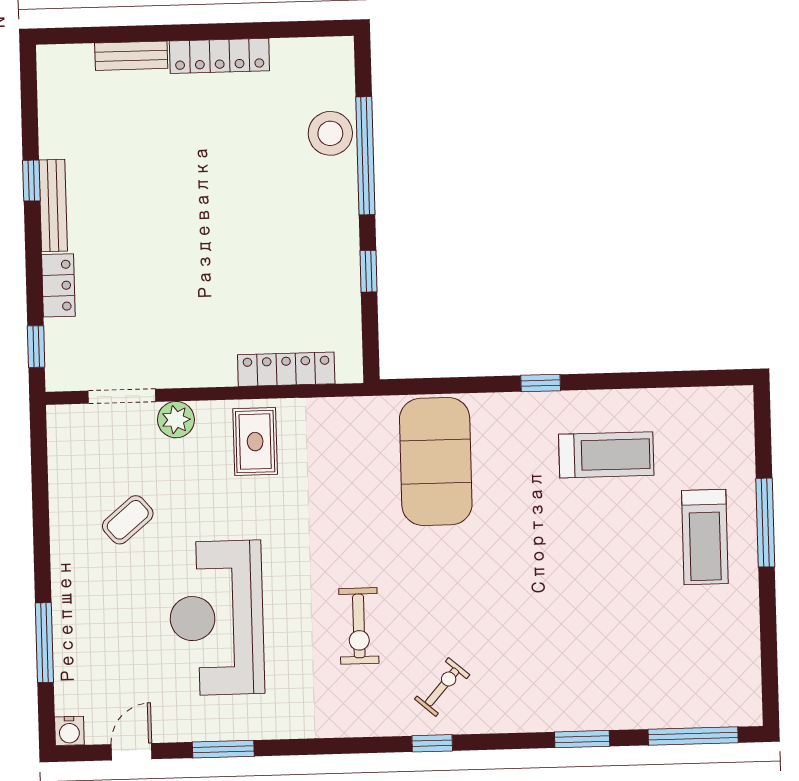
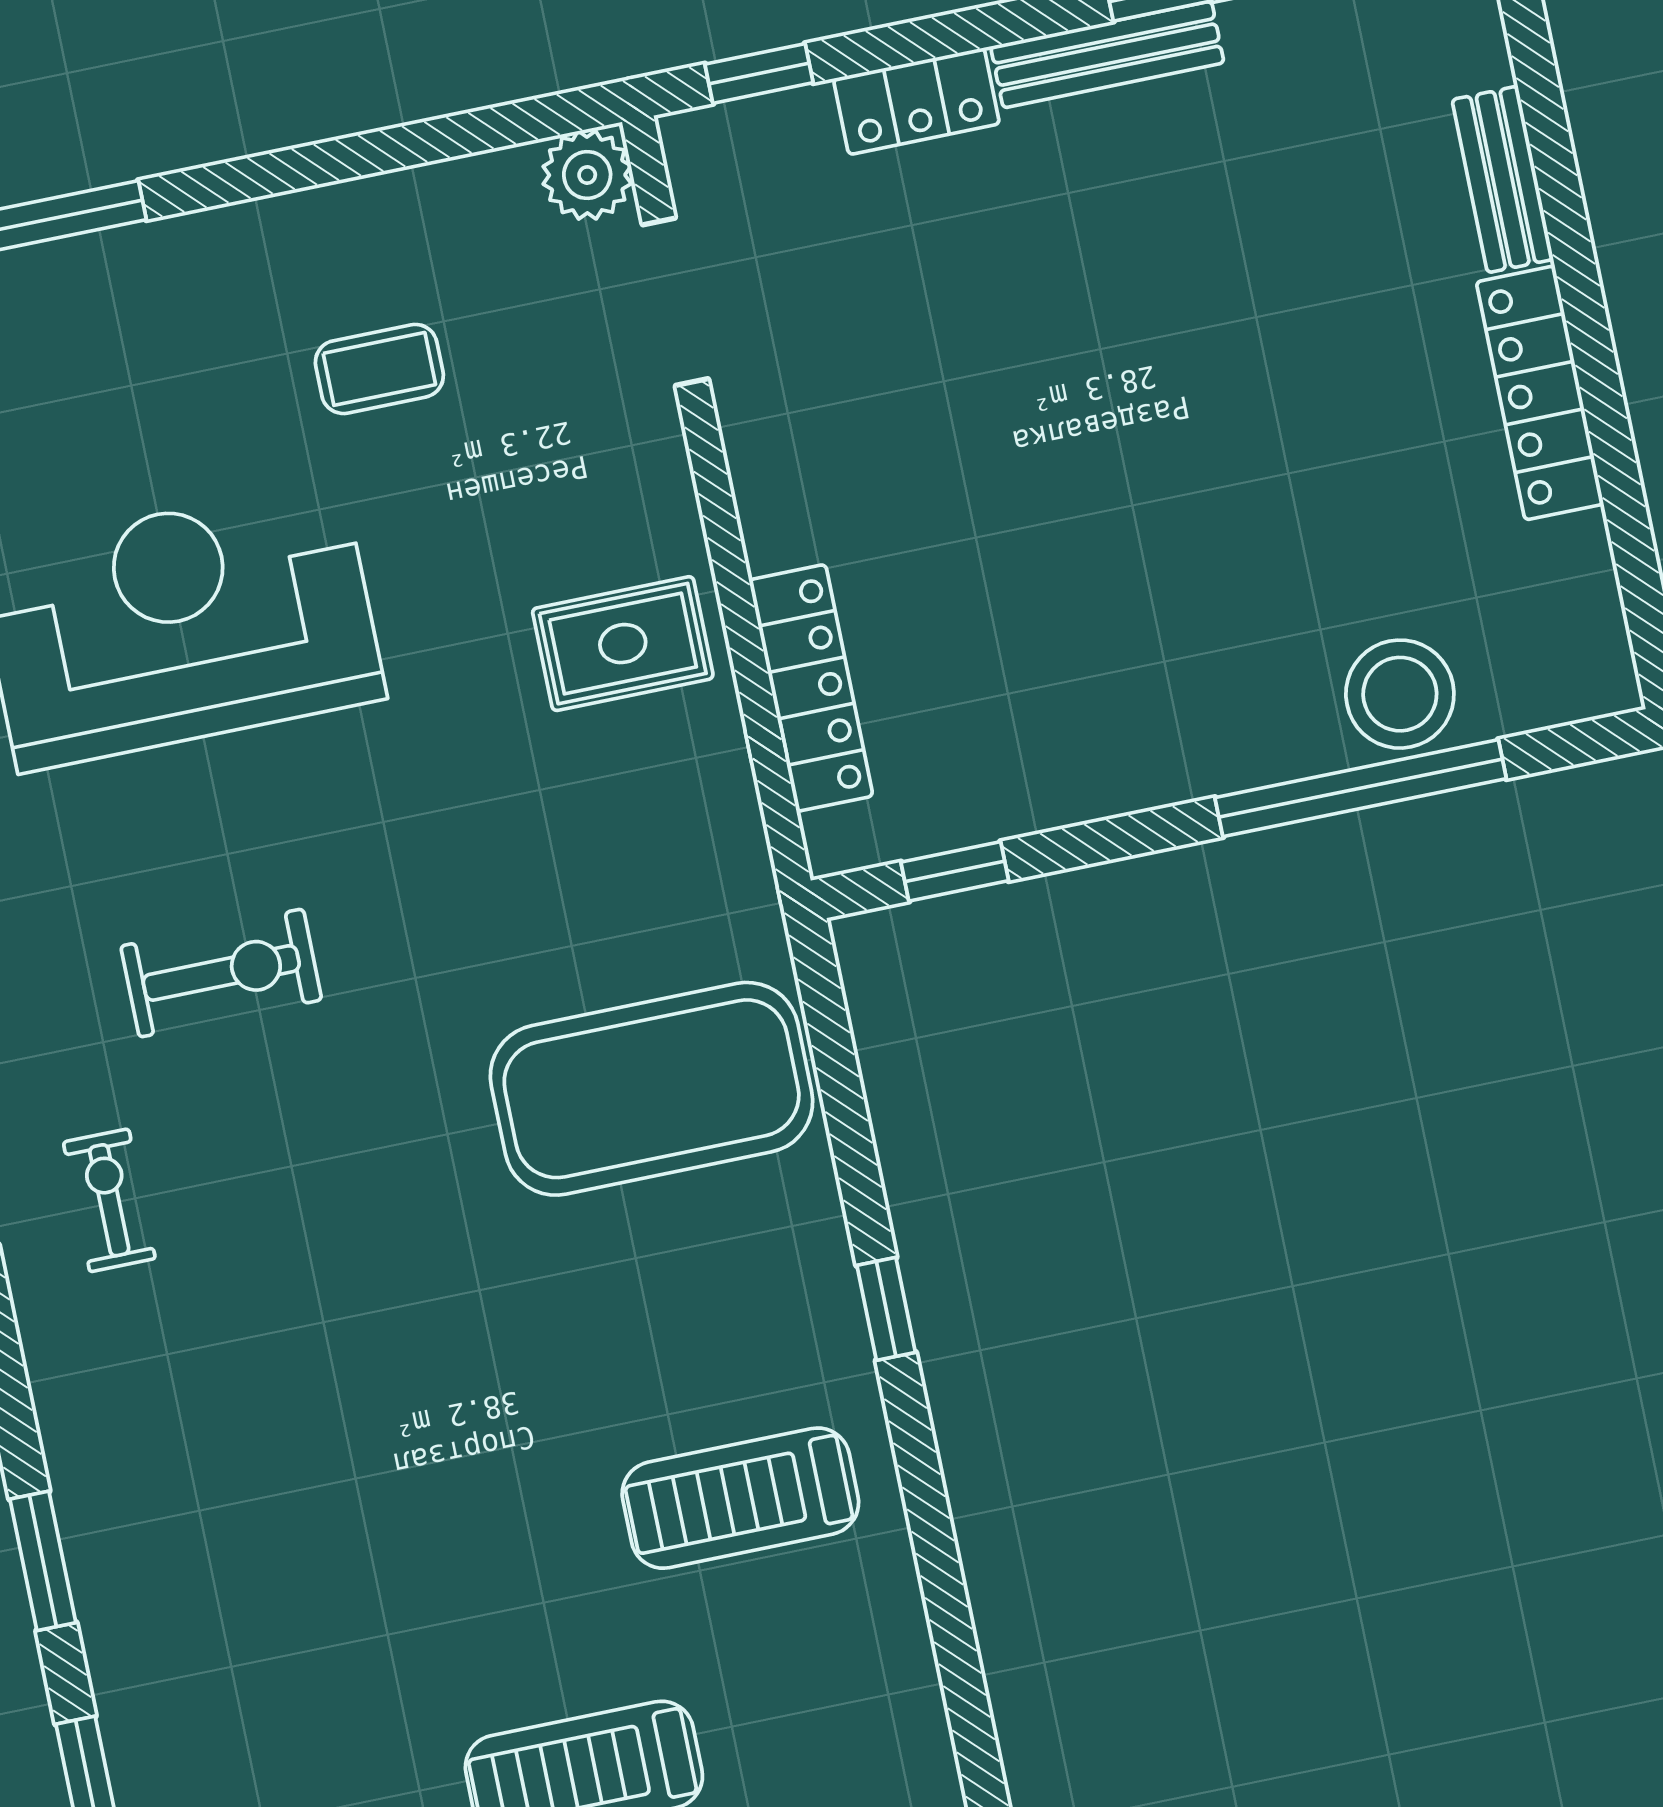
window: (369, 271) -> (955, 871), moved
plant: (176, 420) -> (587, 175), moved
treadmill: (606, 455) -> (740, 1498), turned 90
coffee table: (128, 520) -> (379, 369), turned -50
exercise bike: (359, 626) -> (221, 973), turned 180
exercise bike: (442, 687) -> (109, 1200), turned -131

